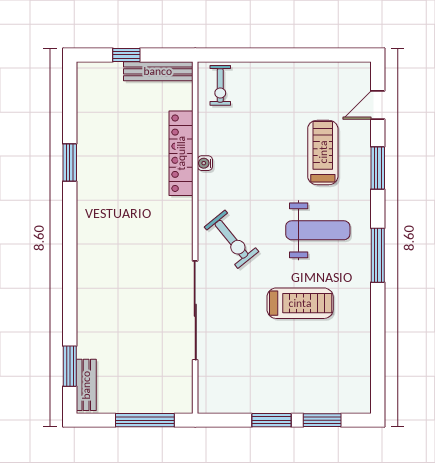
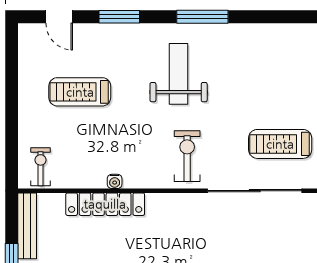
exercise bike: (220, 85) -> (41, 167), turned -90
treadmill: (323, 152) -> (80, 92), moved
exercise bike: (231, 239) -> (187, 156), turned -51
treadmill: (300, 303) -> (280, 144), moved, turned -90

